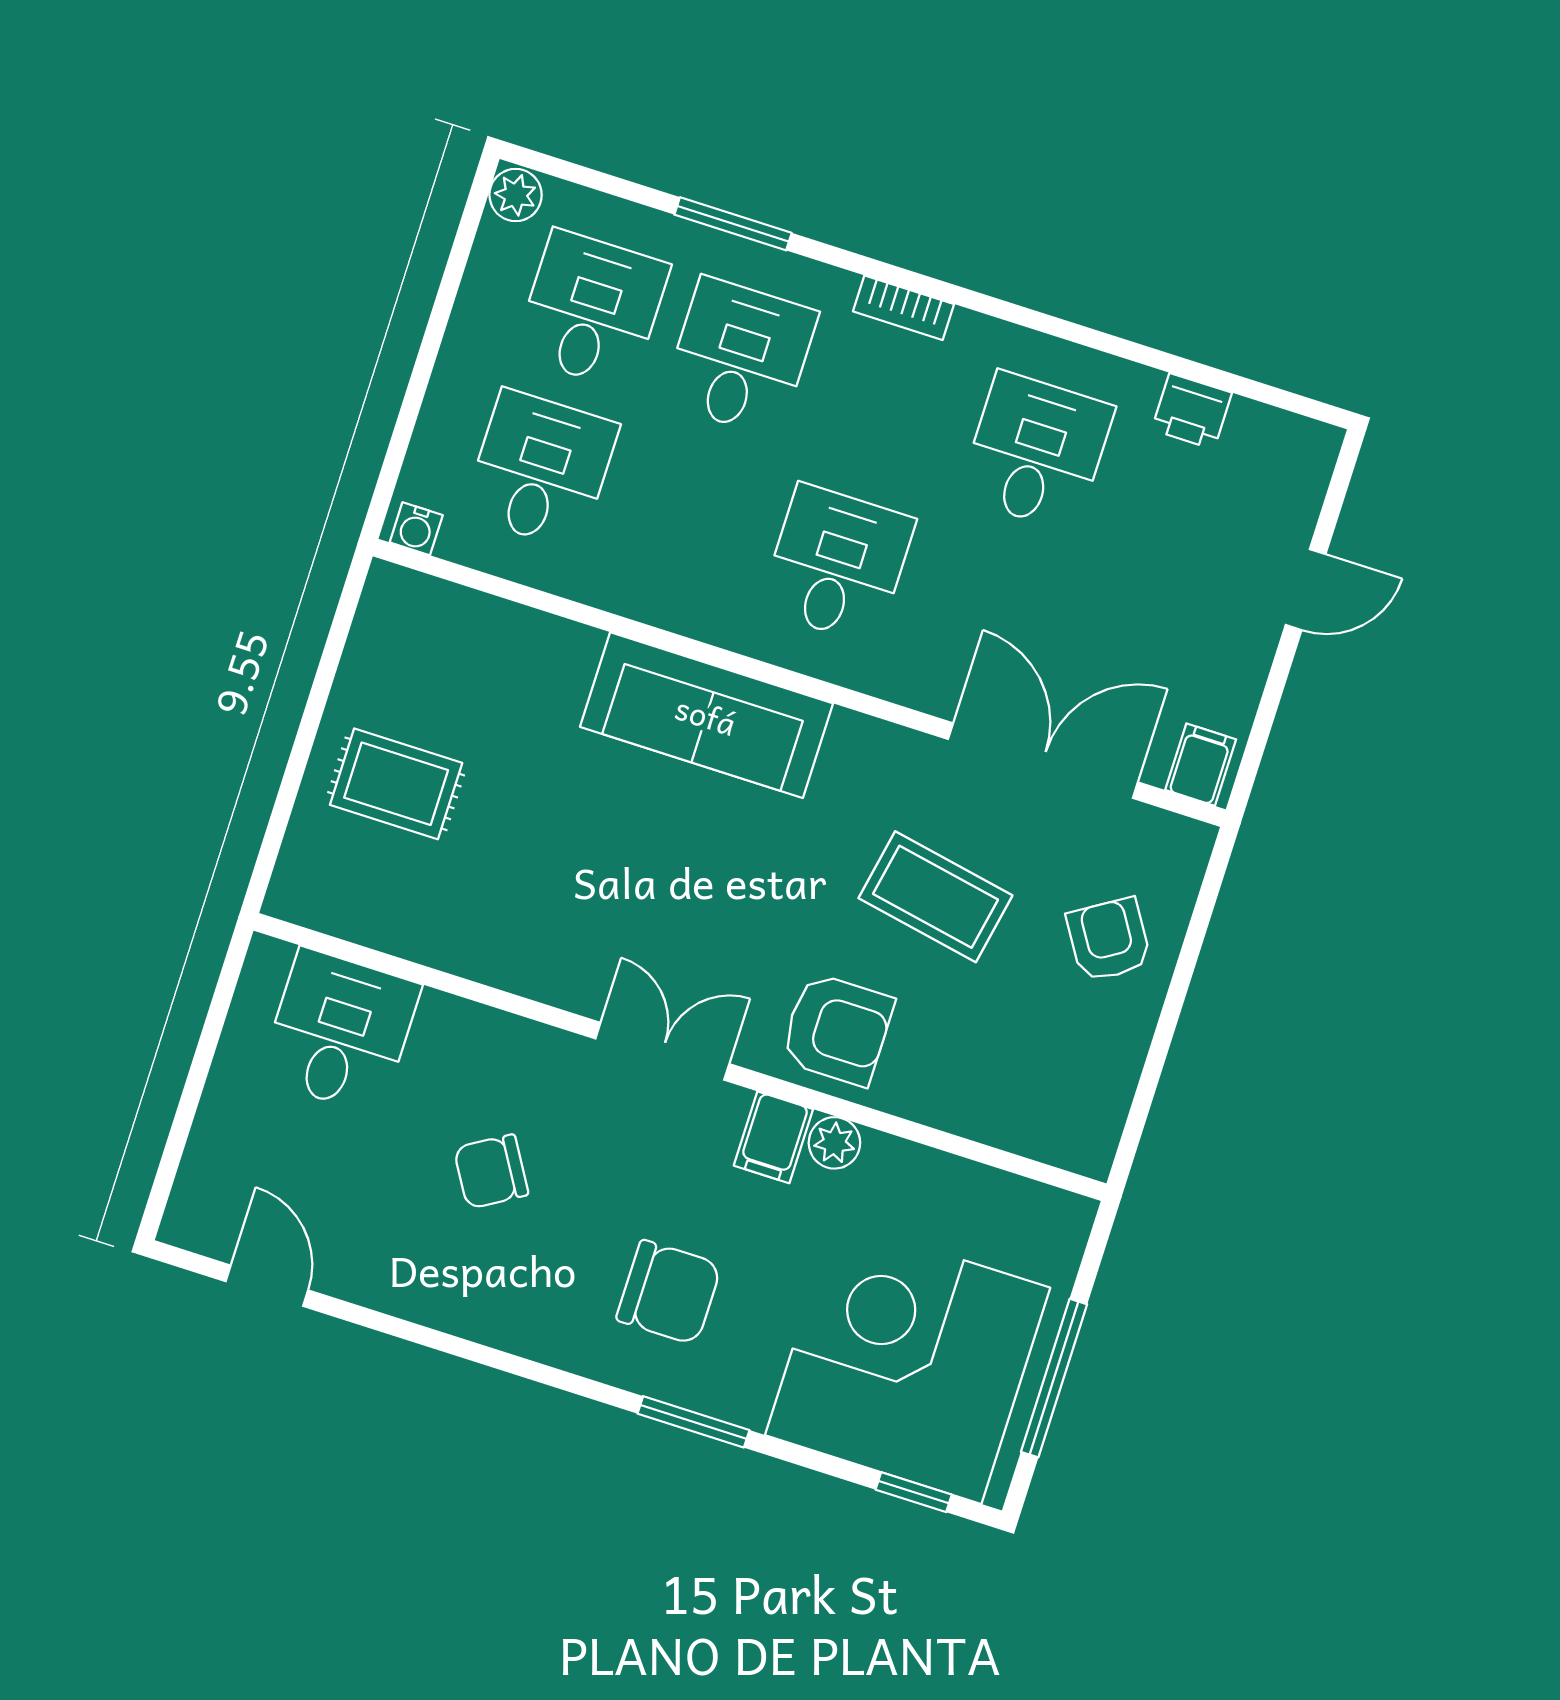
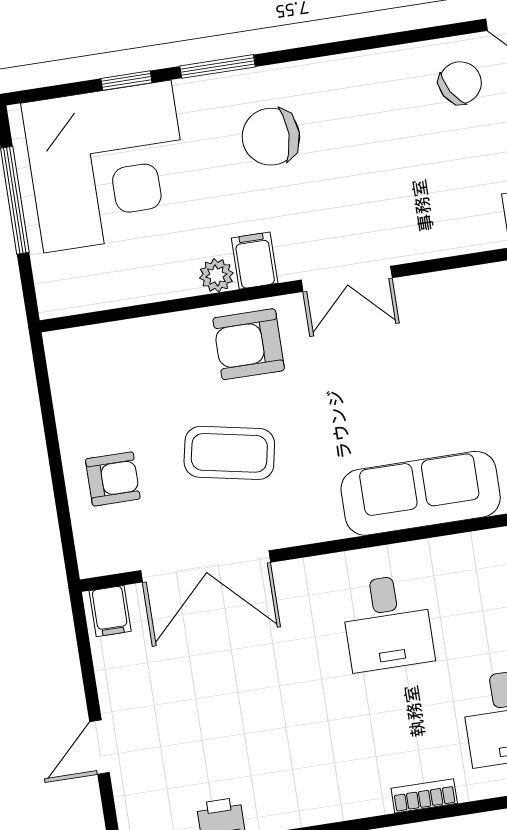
desk: (1036, 452) -> (302, 749), removed
armchair: (1109, 940) -> (113, 479), turned -58
chair: (491, 1171) -> (460, 83), moved
window: (914, 1492) -> (126, 81), moved

